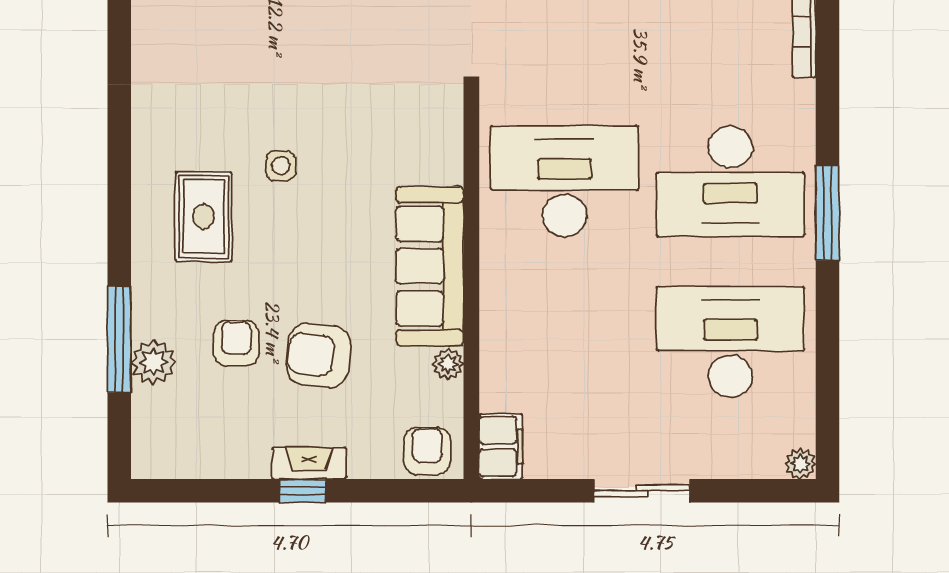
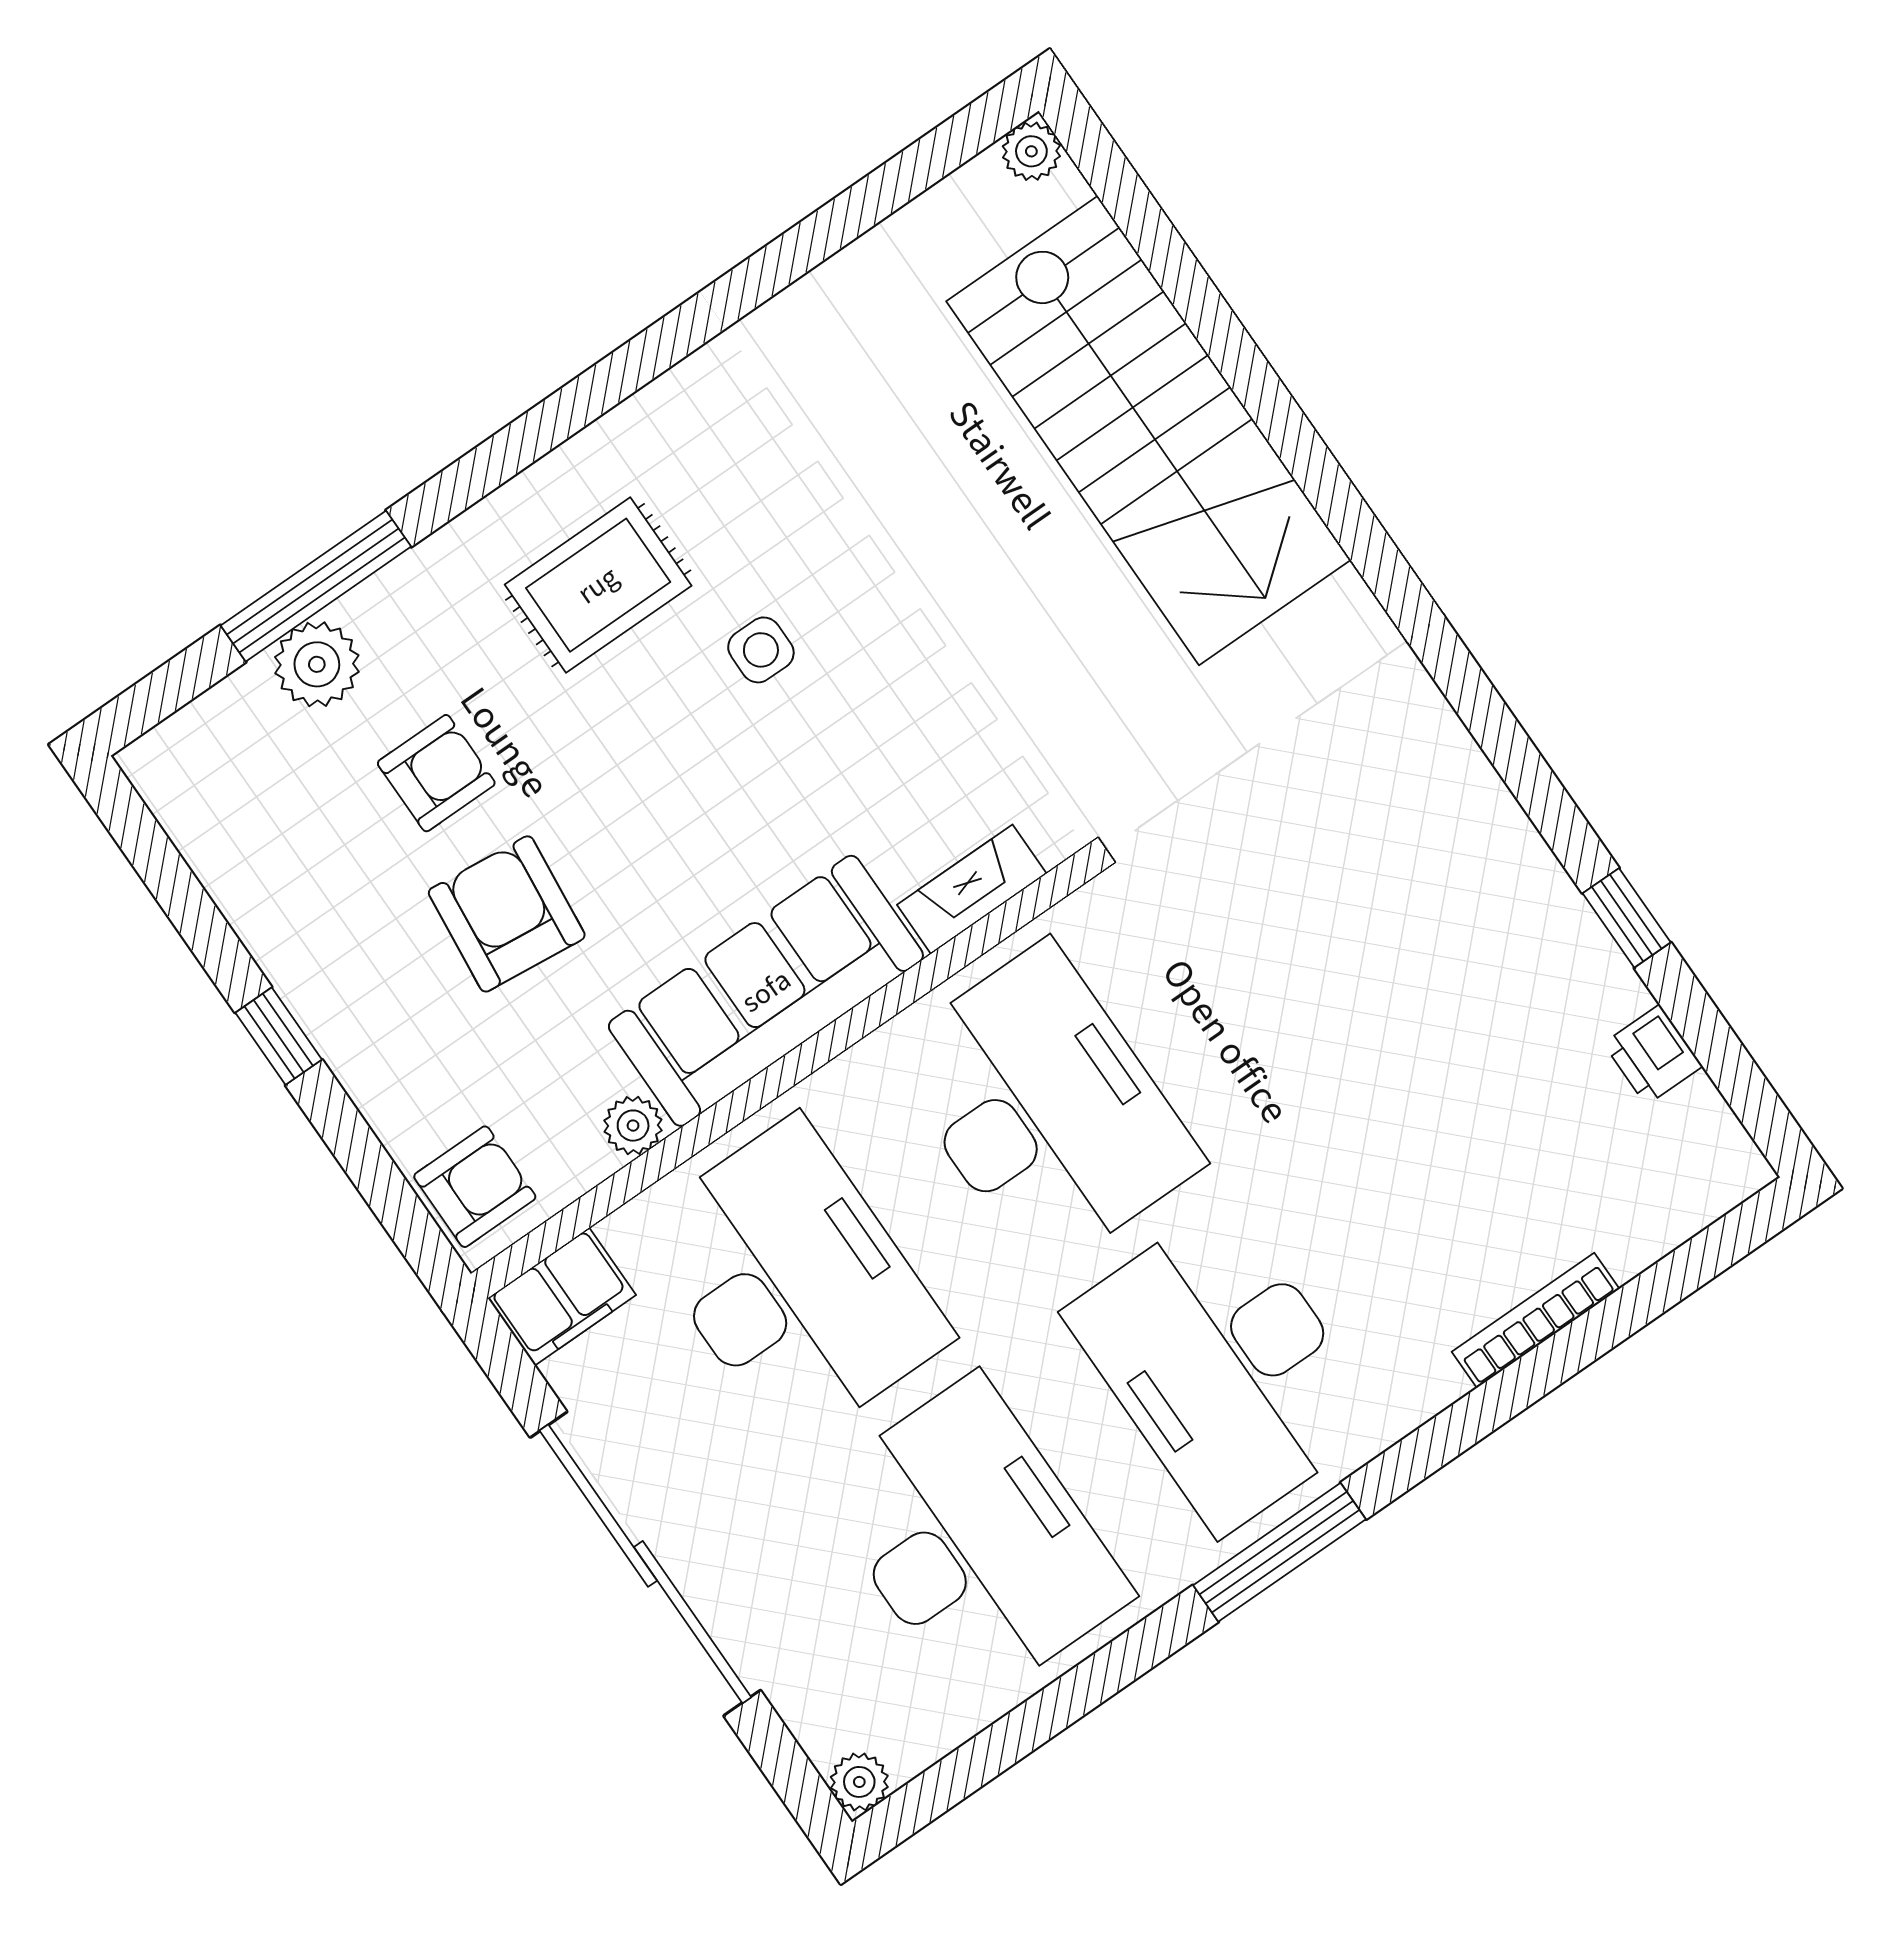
desk: (564, 342) -> (794, 1283), added
fireplace: (309, 463) -> (972, 889), moved, turned -90
sliding door: (642, 491) -> (645, 1564), width x1.86

